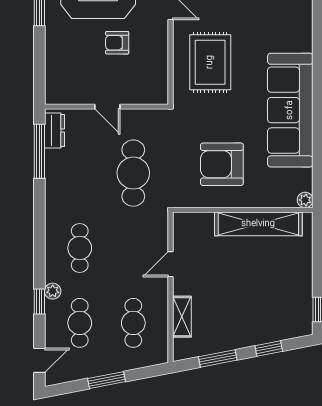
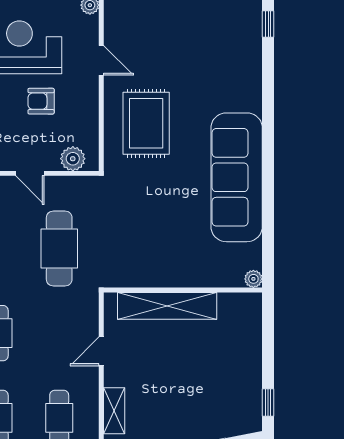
plant: (145, 94) -> (73, 159), added
armchair: (222, 164) -> (159, 238), removed
shelving: (258, 224) -> (167, 306), moved

